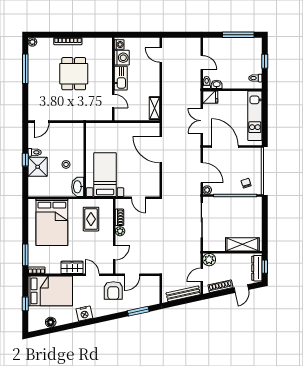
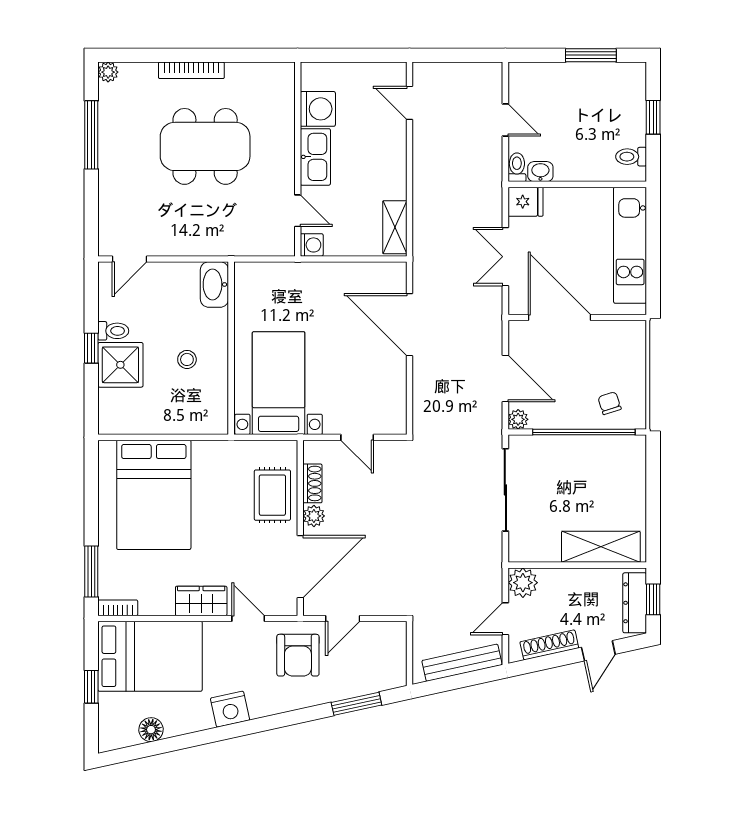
window: (238, 35) -> (591, 55), width x0.69
washing machine: (119, 45) -> (312, 245), moved
dining table: (74, 74) -> (205, 146), width x1.38
washbasin: (78, 187) -> (214, 284), moved
rug: (91, 219) -> (272, 495), moved
door: (114, 253) -> (300, 567), width x1.88

